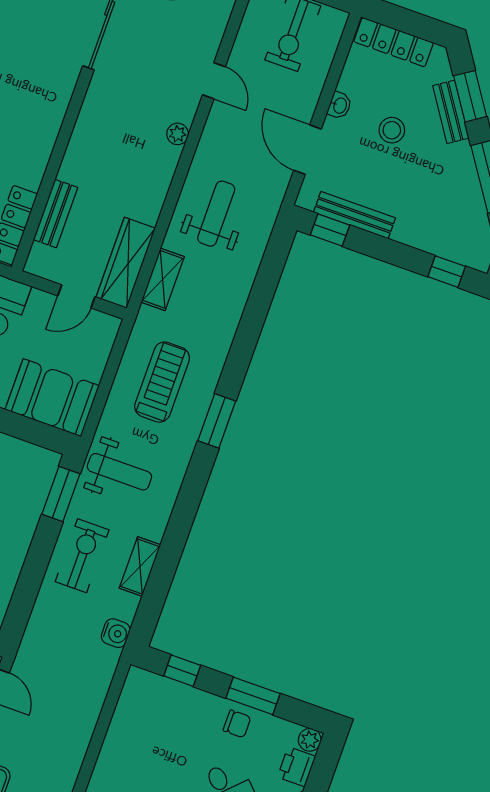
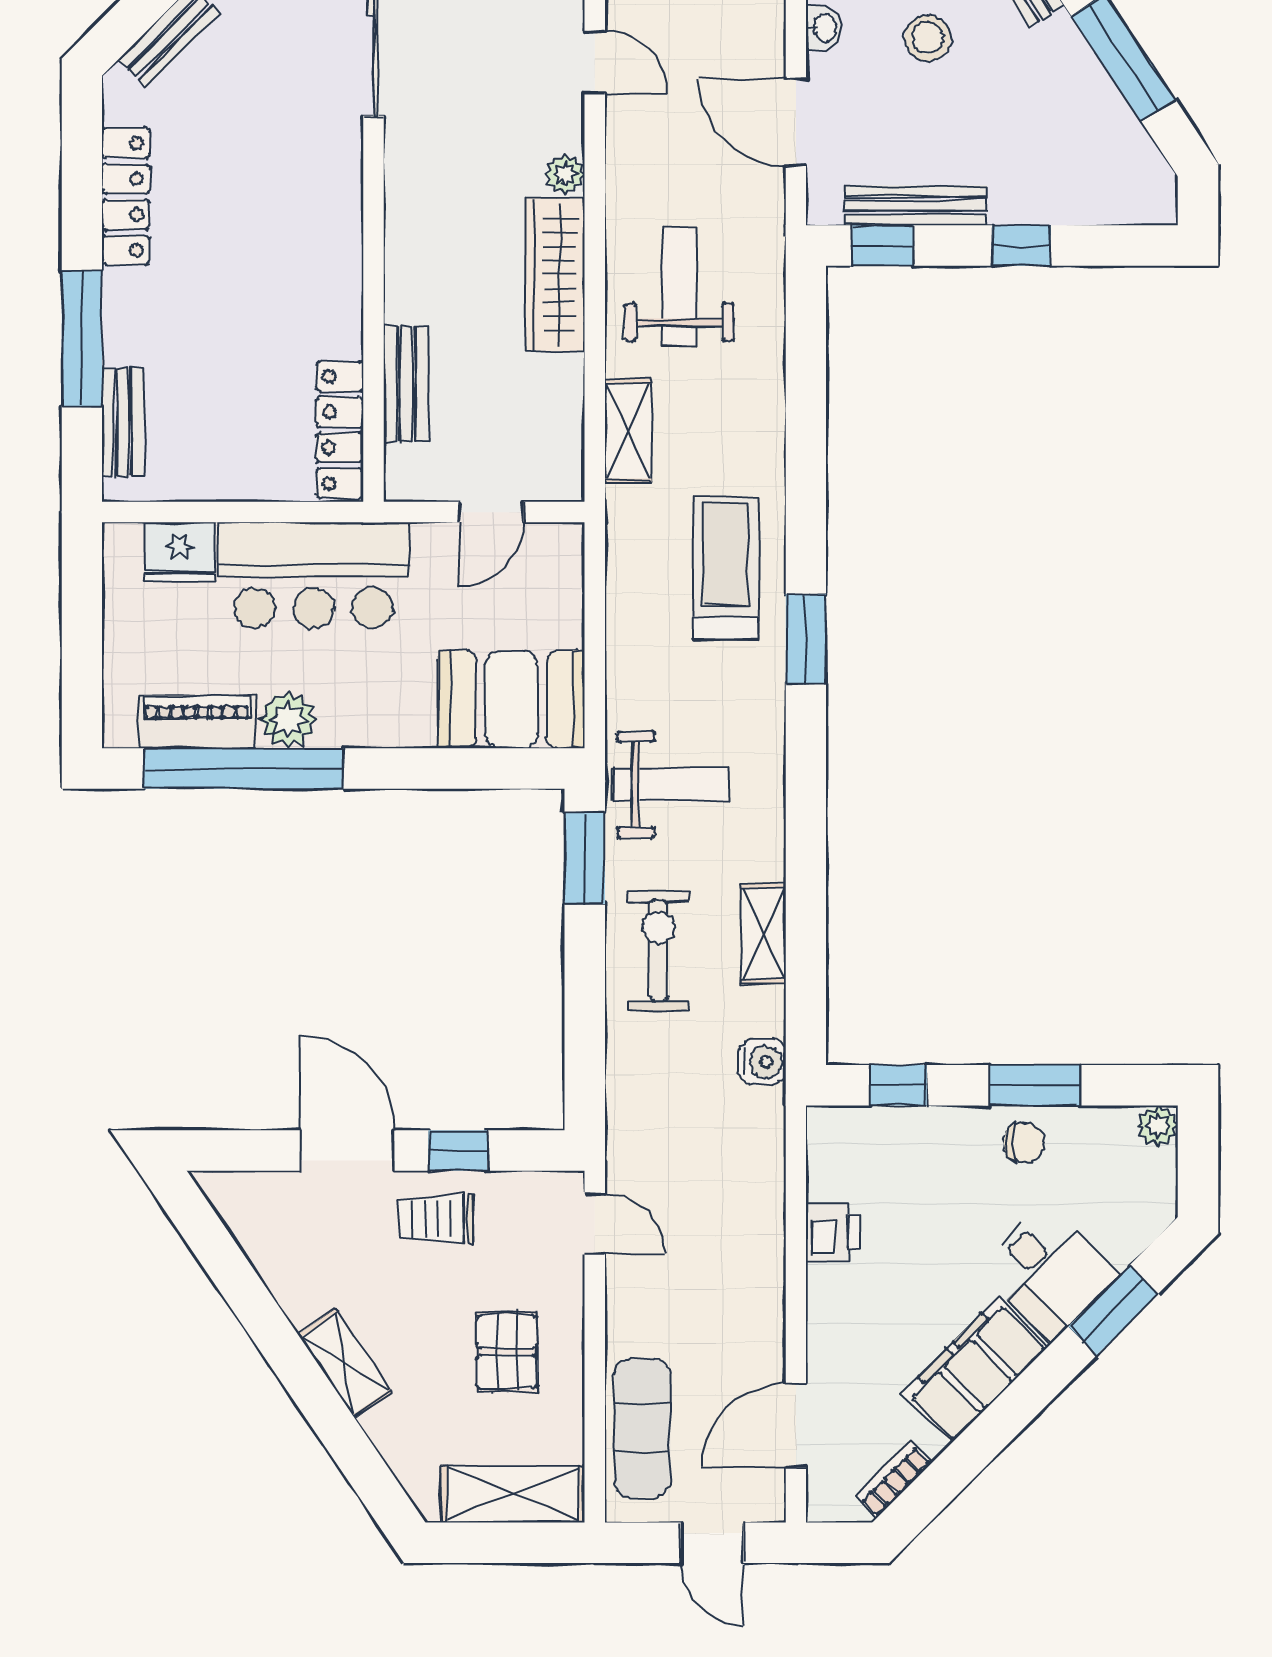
wardrobe: (126, 263) -> (555, 275), moved
window: (447, 272) -> (1021, 246), moved
treadmill: (162, 382) -> (726, 569), moved
printer: (297, 767) -> (832, 1232), moved, turned 180

